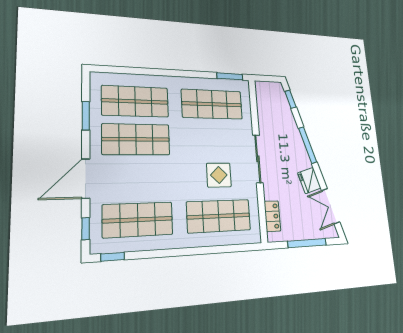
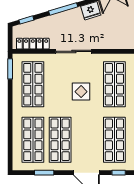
display table: (219, 175) -> (81, 92), moved
locker: (272, 216) -> (33, 44), moved, width x1.53

